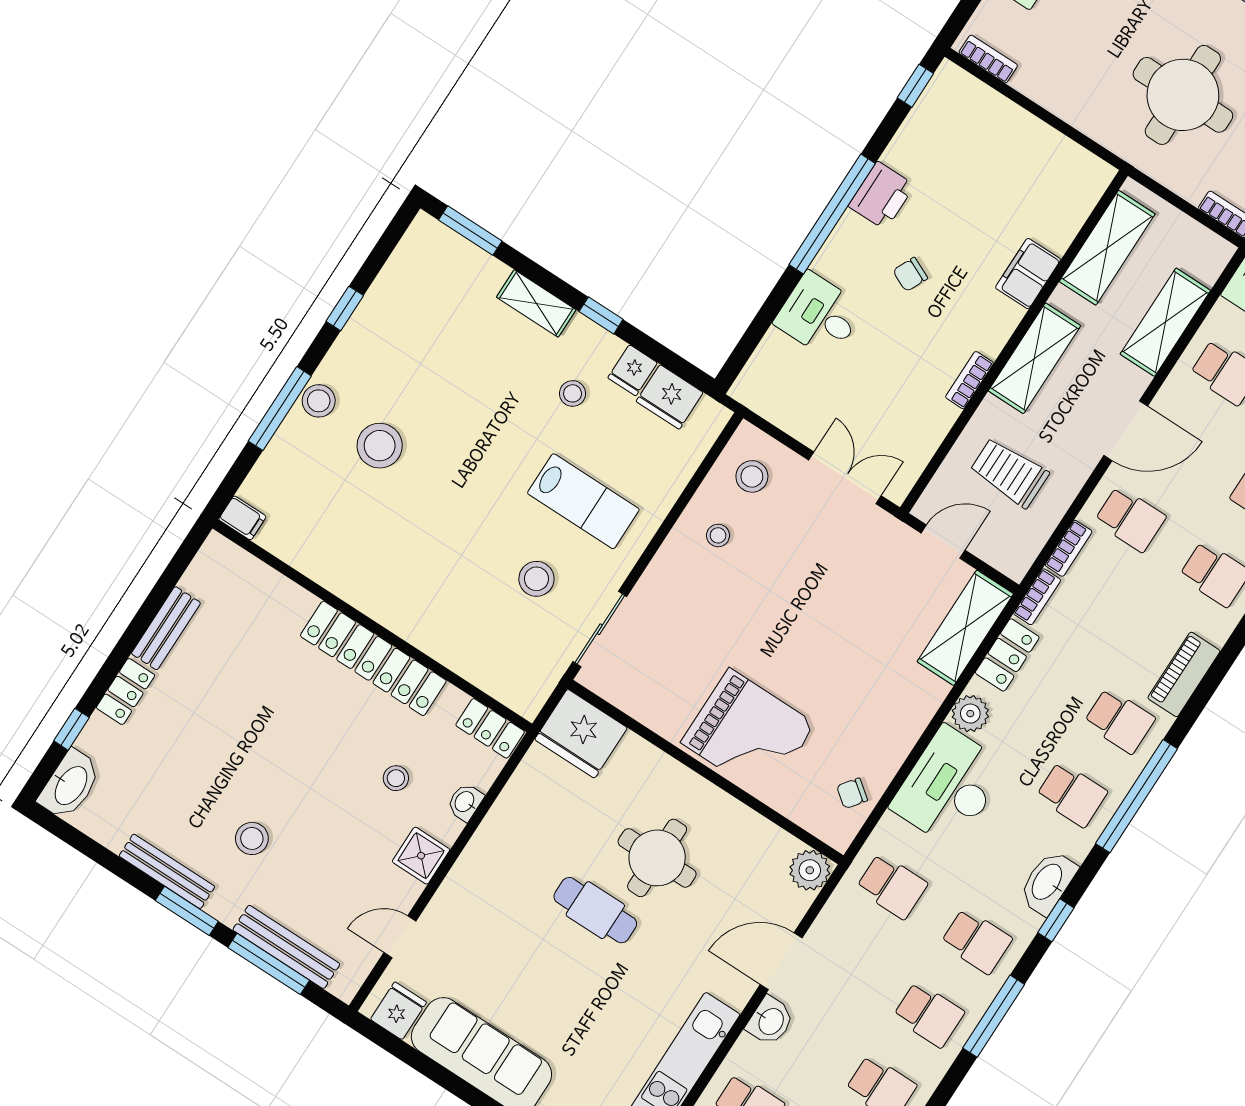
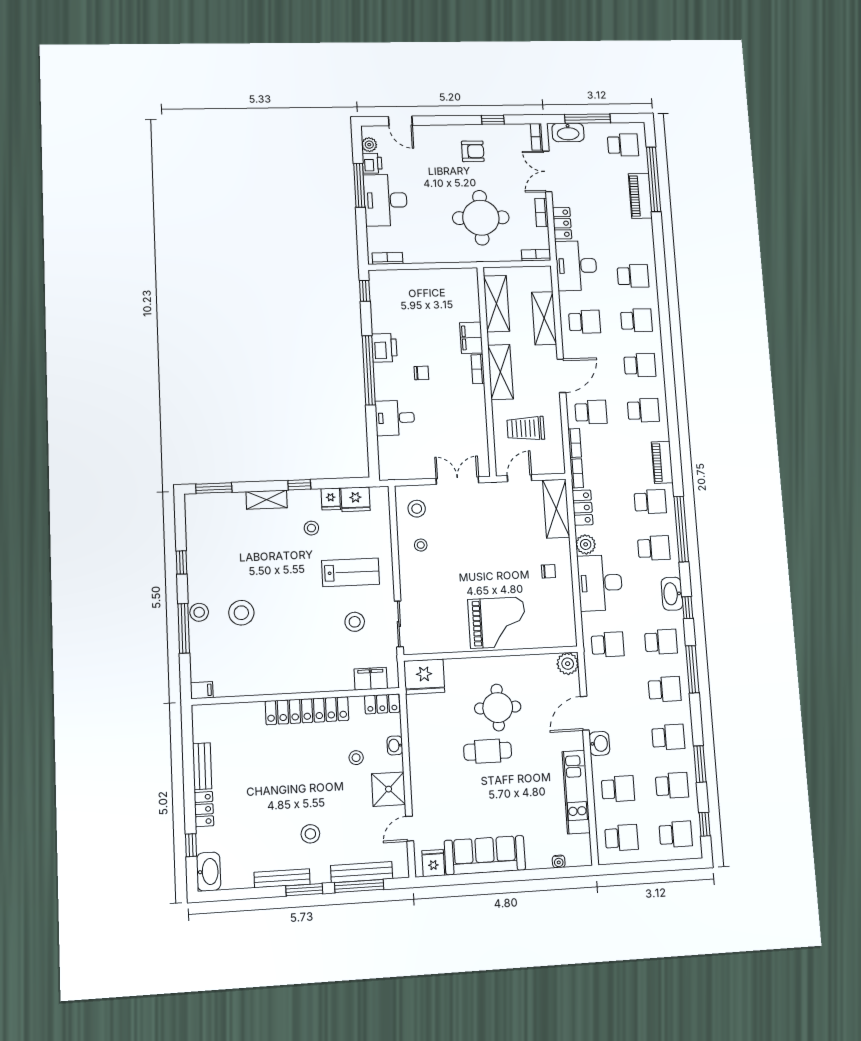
chair: (910, 274) -> (421, 373), turned -115
bookcase: (969, 380) -> (478, 369), moved
filing cabinet: (500, 679) -> (371, 679), added
chair: (852, 793) -> (548, 571), moved, turned -127
shower: (421, 856) -> (389, 789), width x1.36, depth x1.36

